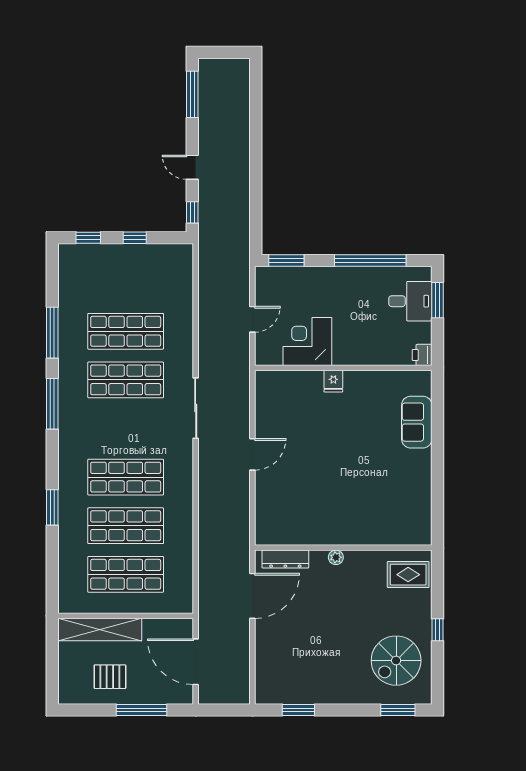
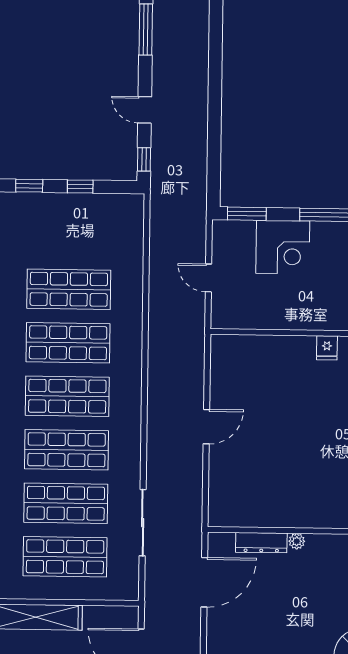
door: (252, 319) -> (208, 278), swing flipped
corner desk: (307, 342) -> (283, 247), moved, turned 180
fridge: (333, 381) -> (327, 348), moved
sliding door: (196, 408) -> (143, 523), moved
shop shelf: (126, 428) -> (67, 396), added
dresser: (285, 559) -> (261, 543), moved

